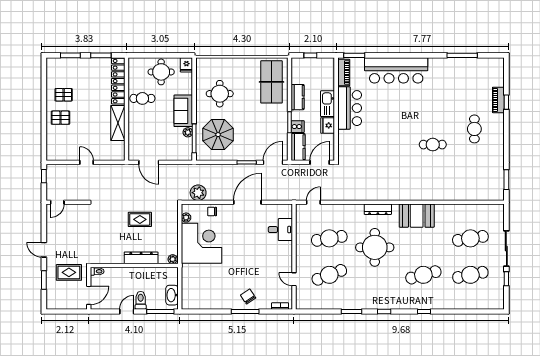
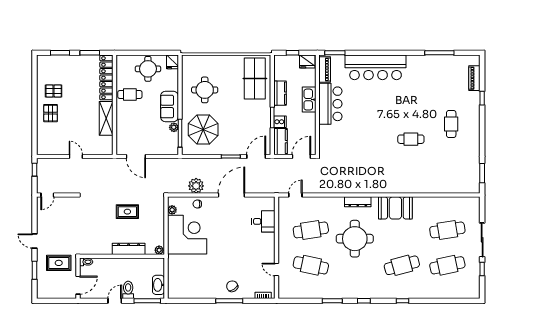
piano: (498, 100) -> (474, 78), moved
pallet: (60, 118) -> (51, 113), turned 90
fridge: (328, 125) -> (307, 62), moved, turned -90
plant: (198, 193) -> (196, 186), moved
cafe table: (329, 275) -> (311, 265), turned 33

